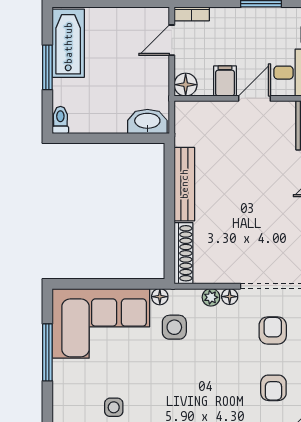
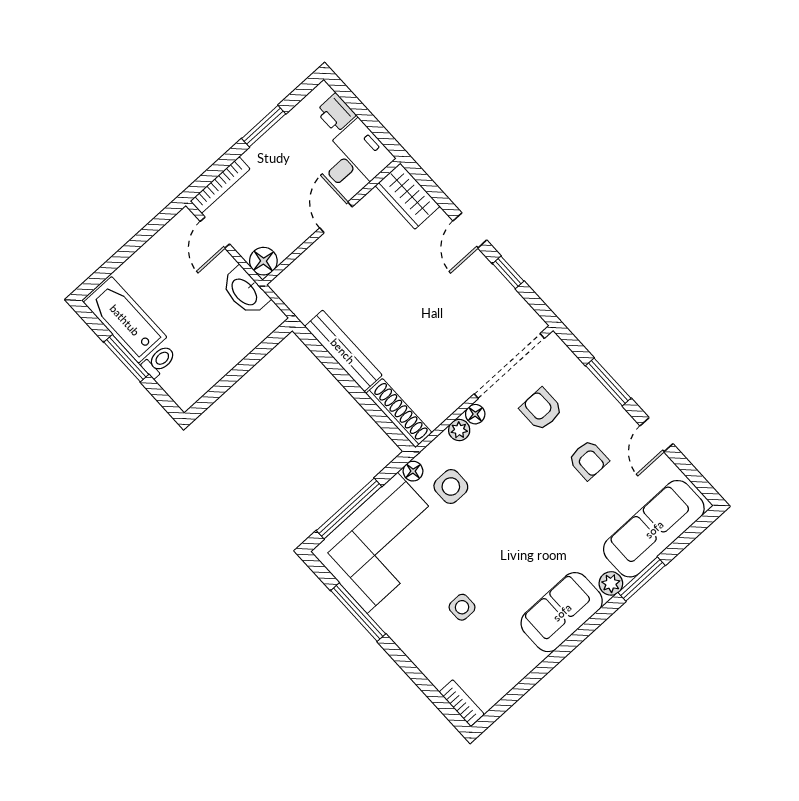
bookcase: (192, 14) -> (220, 185), width x1.56
filing cabinet: (225, 81) -> (296, 226), removed
toilet: (60, 120) -> (159, 361), moved, turned 90
washbasin: (147, 121) -> (245, 291), moved, turned -90
window: (100, 284) -> (349, 508), added

